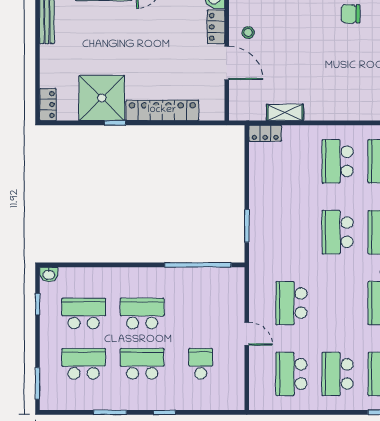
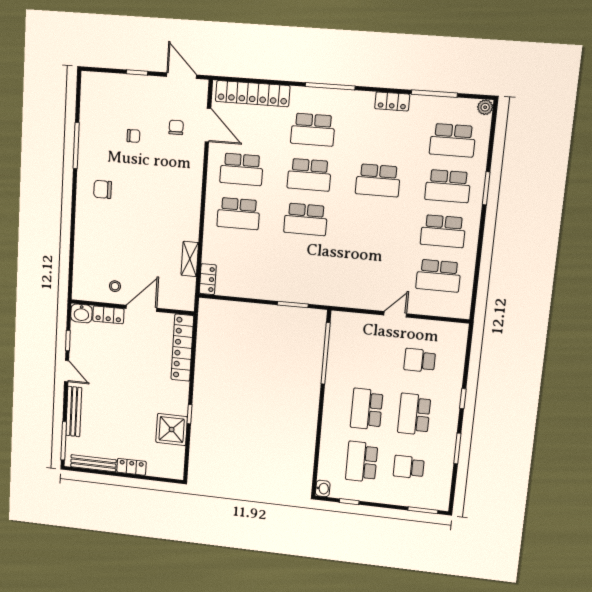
chair: (351, 14) -> (103, 189), turned 90
shower: (102, 98) -> (172, 430), width x0.73, depth x0.73
locker: (48, 105) -> (131, 467), moved
locker: (162, 110) -> (182, 348), moved
school desk: (291, 303) -> (370, 269), removed
school desk: (84, 364) -> (409, 467), width x0.54

